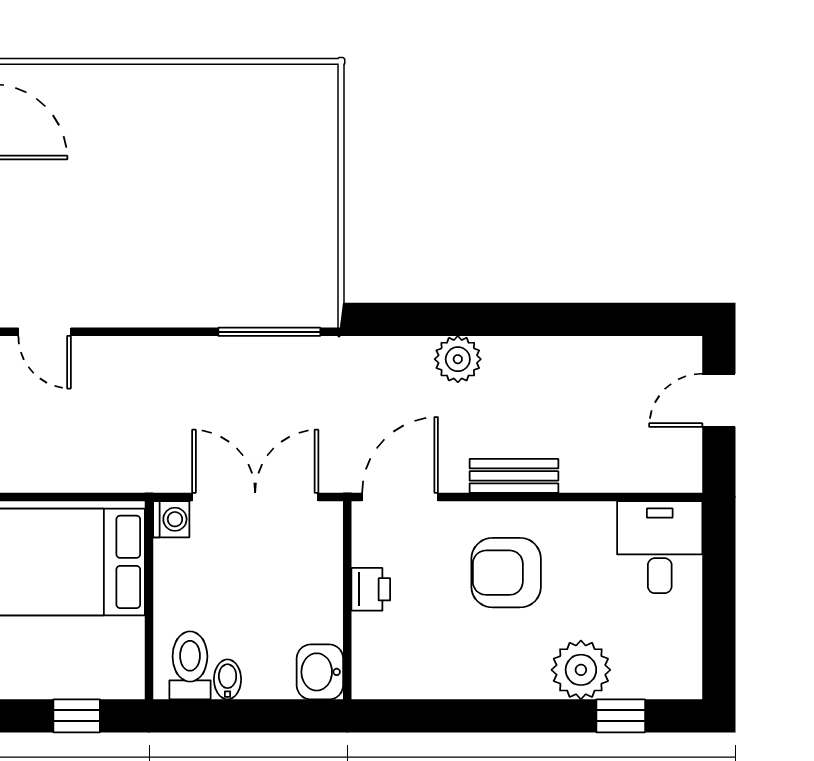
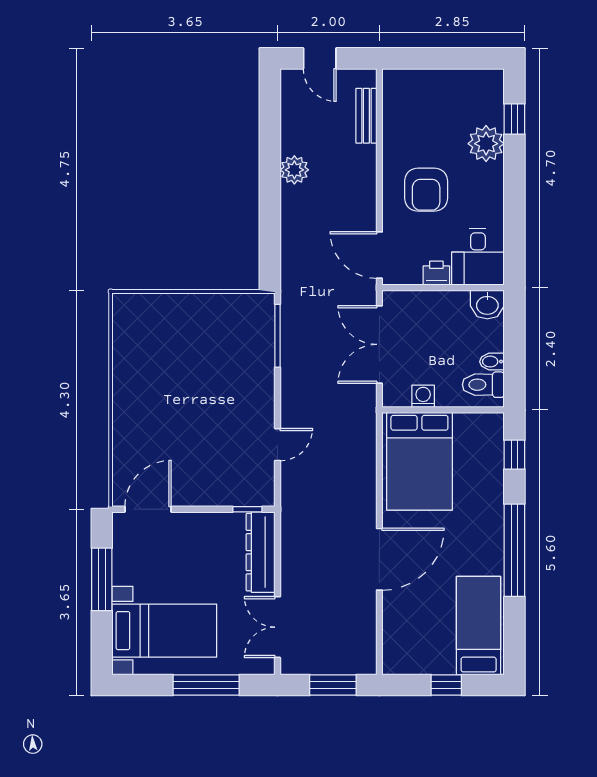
door: (45, 332) -> (278, 445), moved
plant: (458, 359) -> (294, 170), moved
bench: (514, 476) -> (366, 116), moved
washing machine: (171, 519) -> (423, 396), moved
desk: (660, 547) -> (478, 257), moved, turned -90

